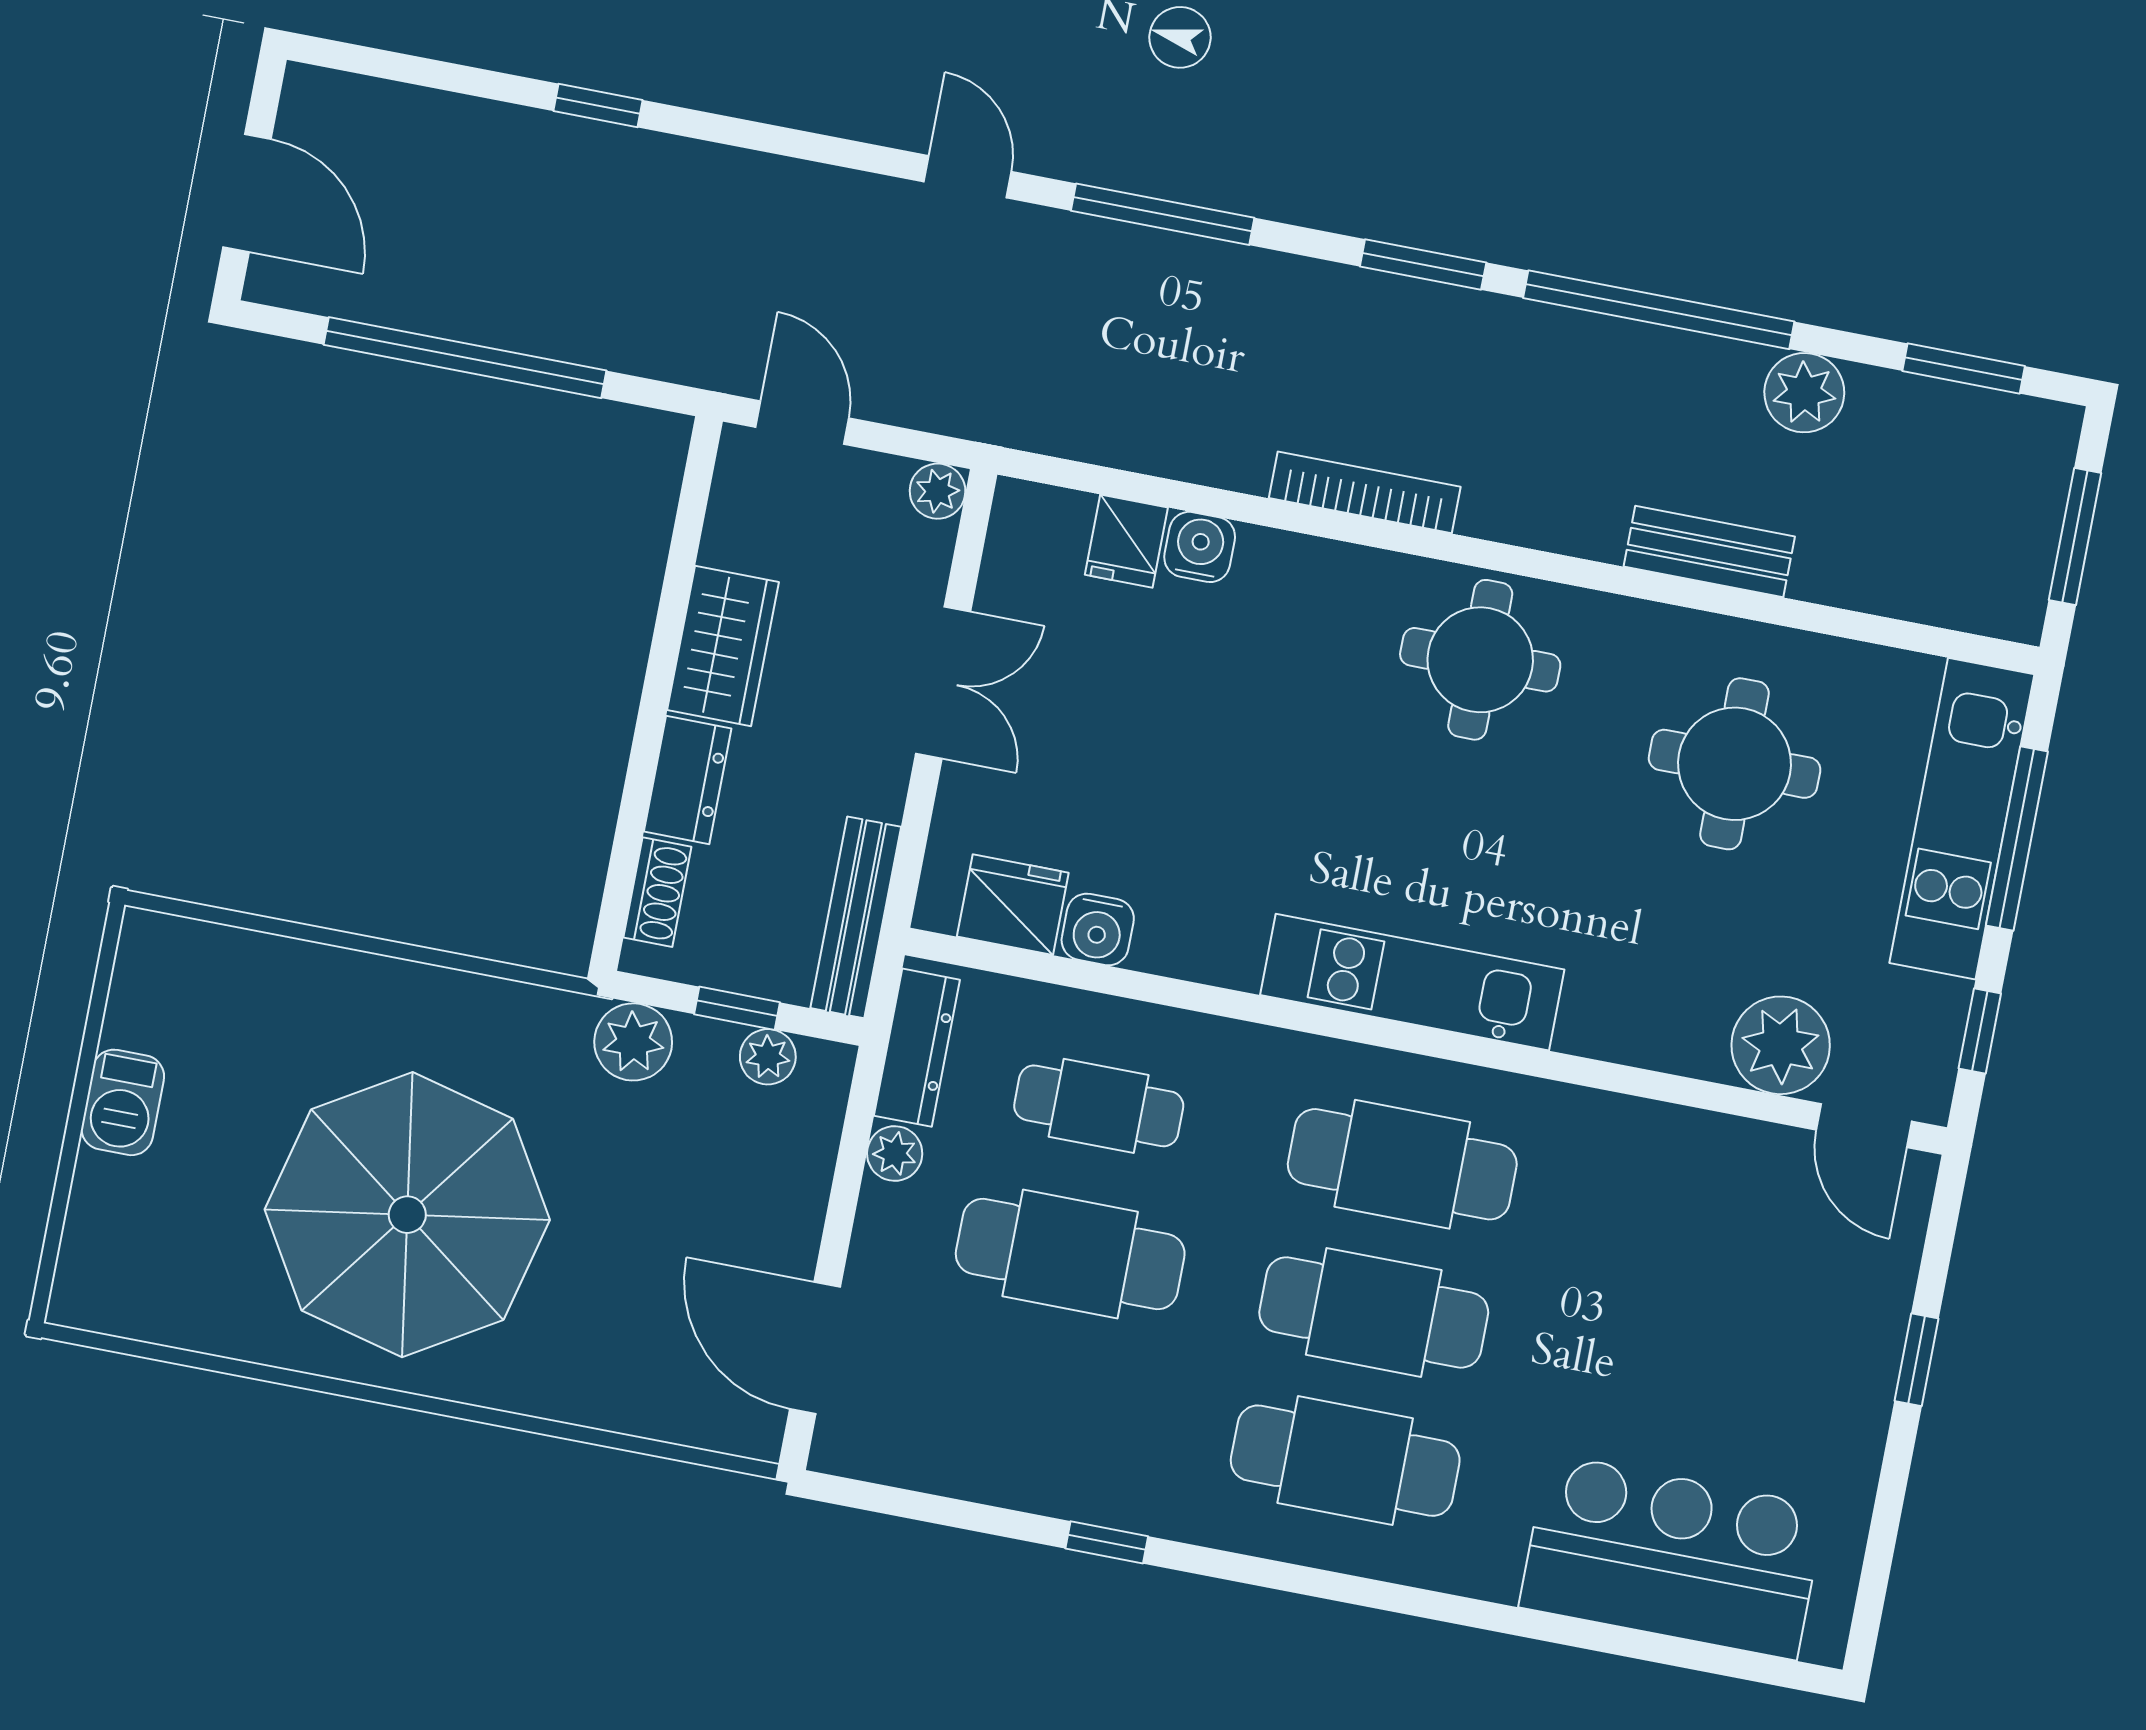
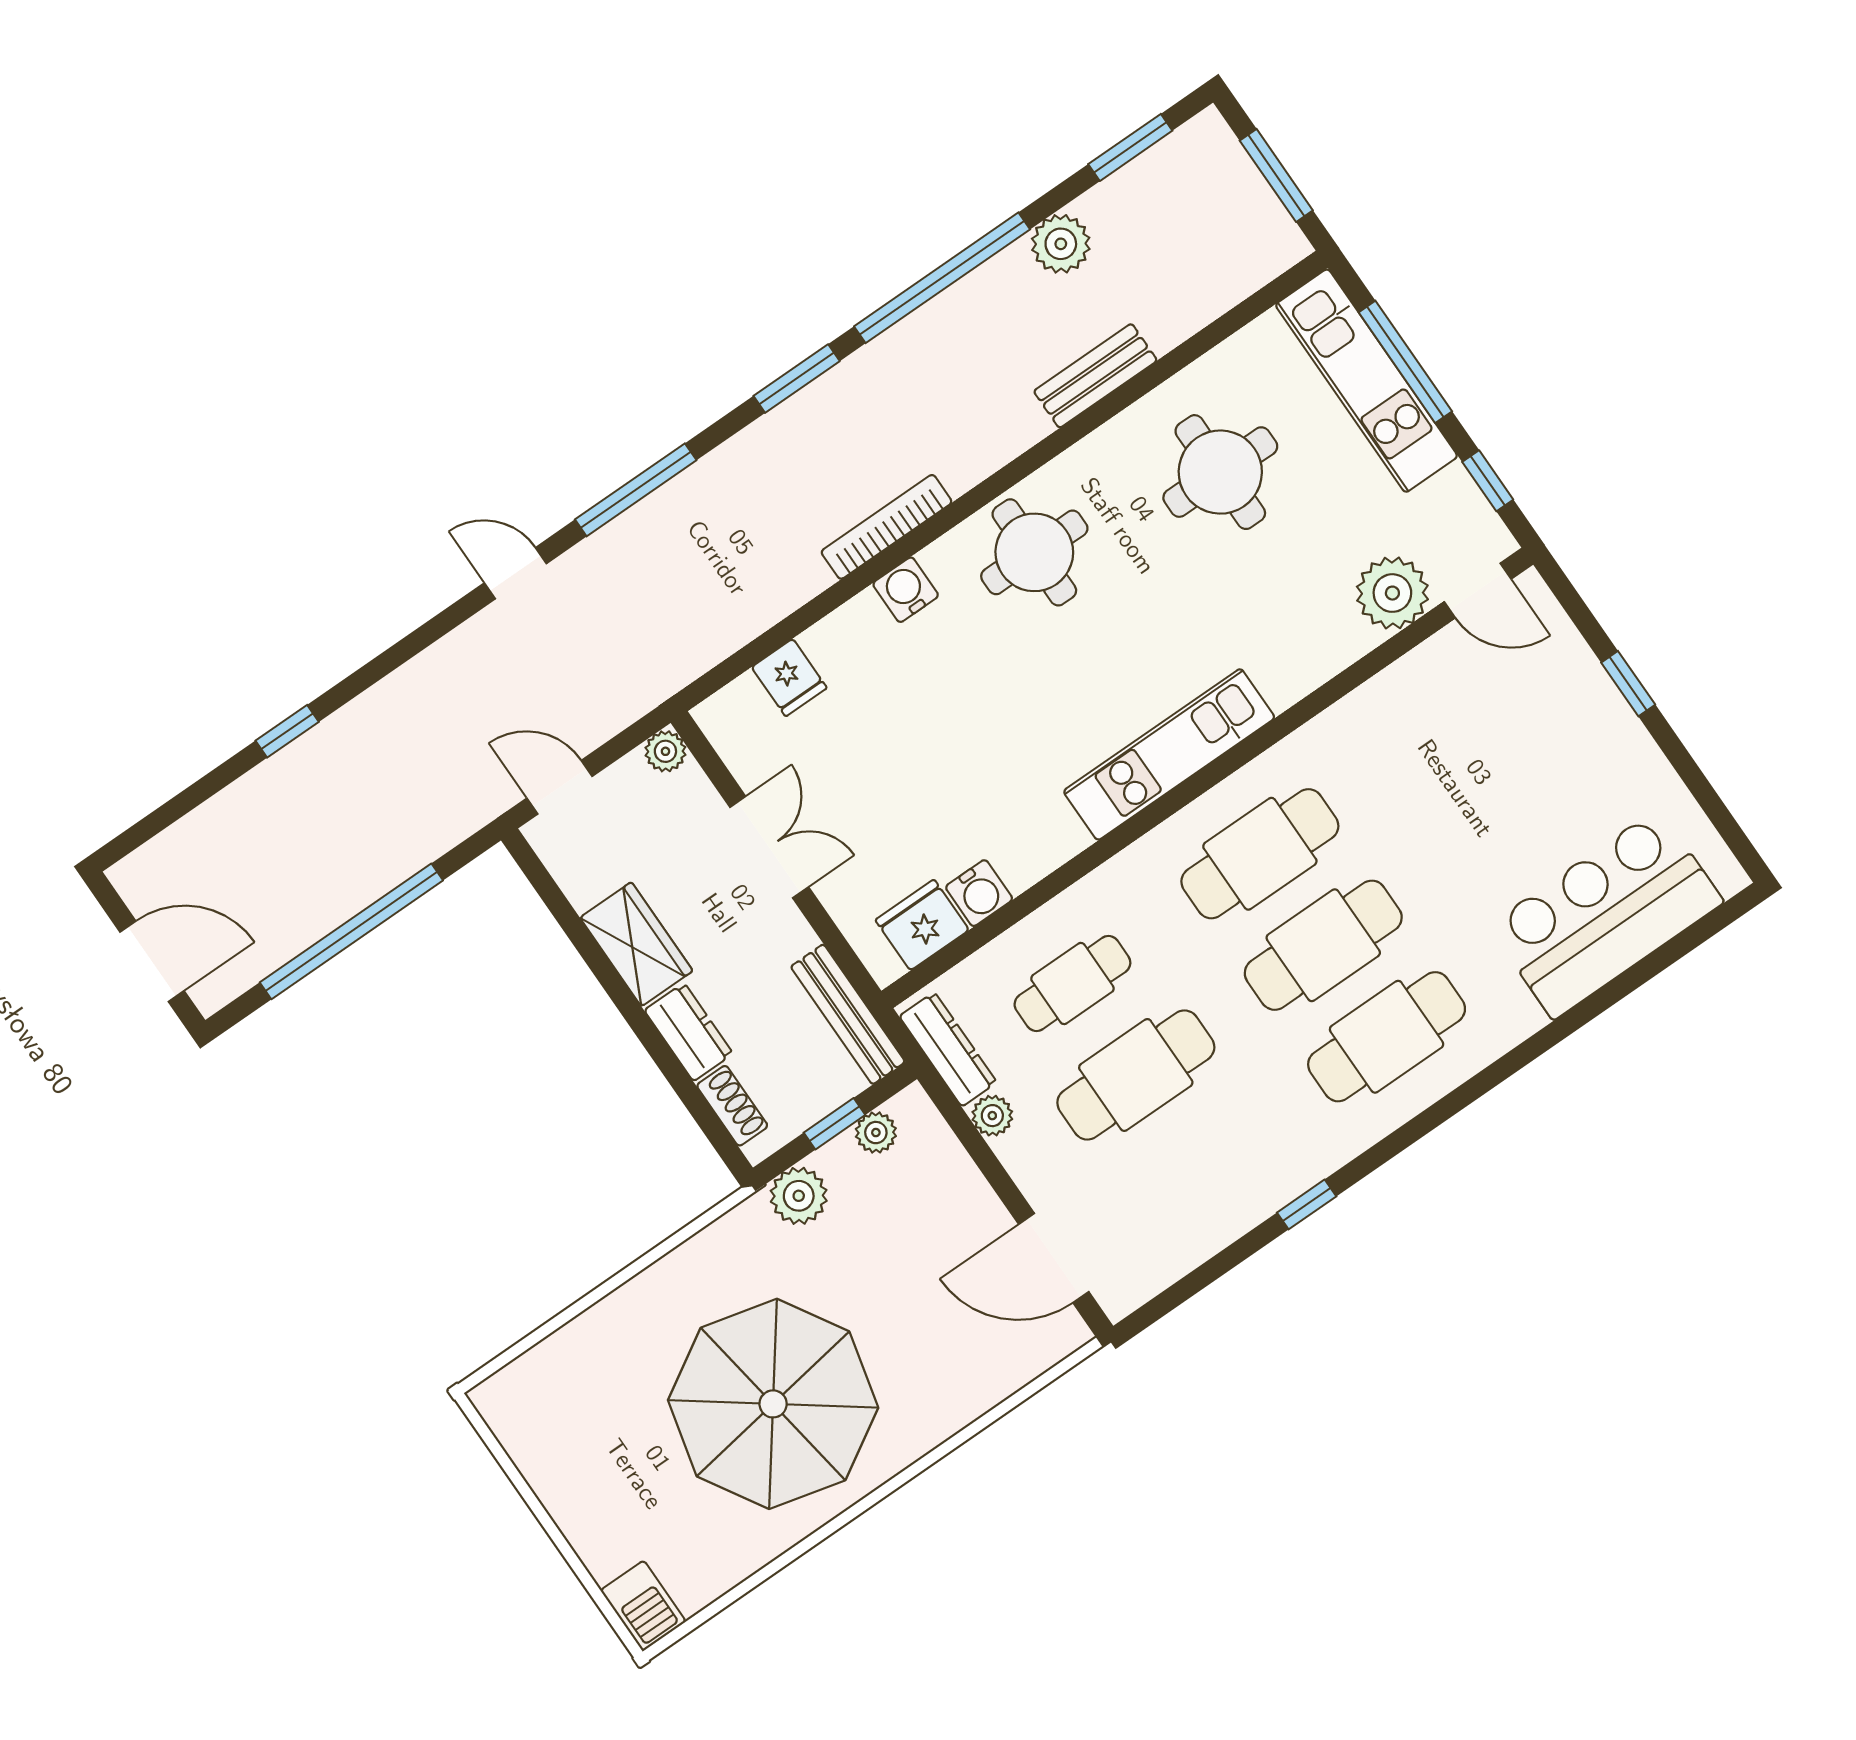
water cooler: (1200, 547) -> (906, 590), moved
barbecue: (123, 1102) -> (643, 1606), moved

